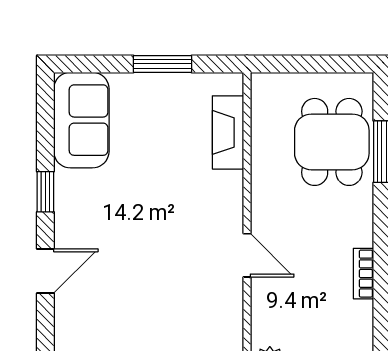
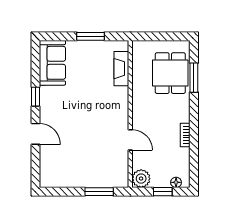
door: (247, 255) -> (130, 140), moved
door: (45, 271) -> (35, 134), hinge flipped

